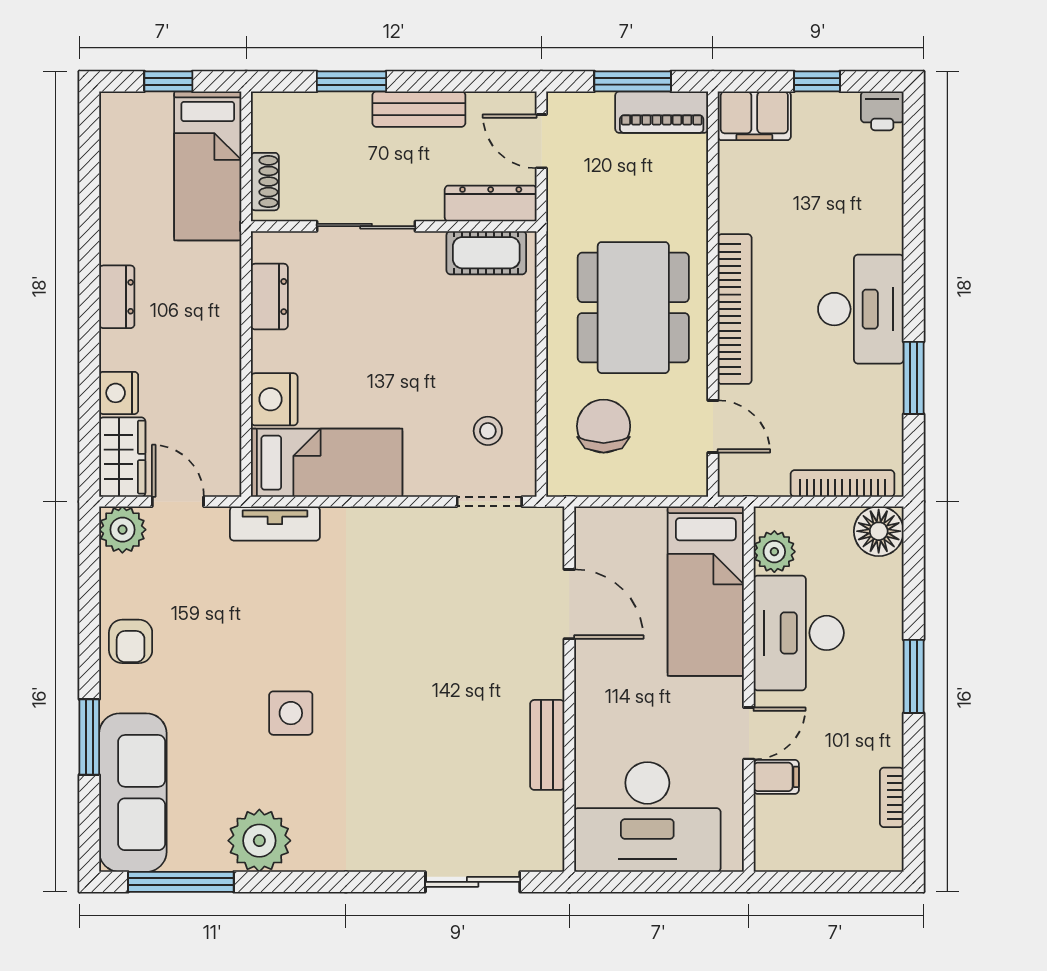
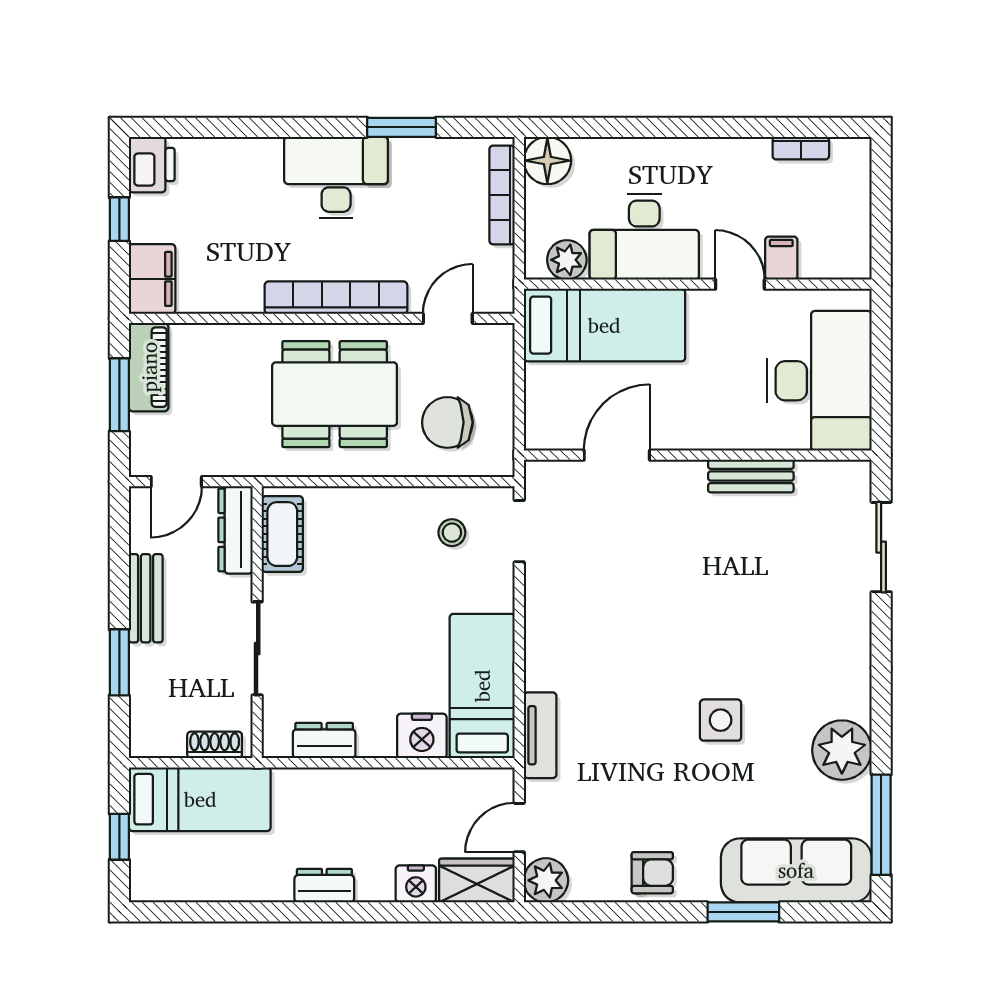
printer: (882, 111) -> (152, 165), width x1.36, depth x1.24
window: (914, 676) -> (686, 127), removed

